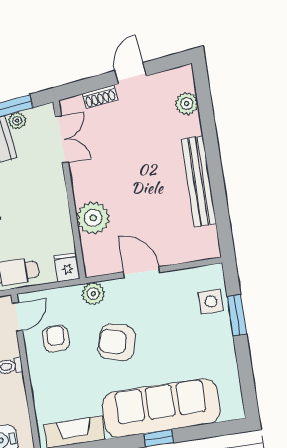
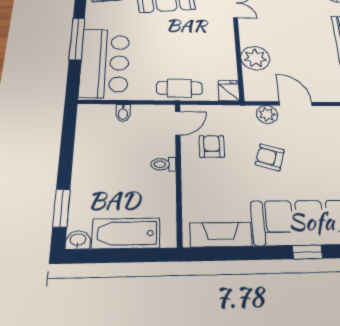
plant: (93, 294) -> (267, 114), moved
armchair: (117, 342) -> (270, 157), width x0.72, depth x0.72

